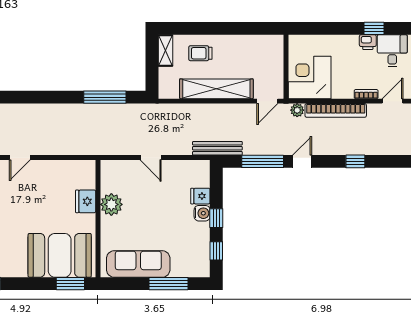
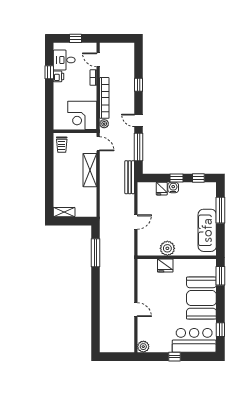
trolley: (200, 53) -> (62, 145), moved
shelving: (216, 89) -> (90, 170), width x0.68
booth: (60, 255) -> (201, 298), moved

